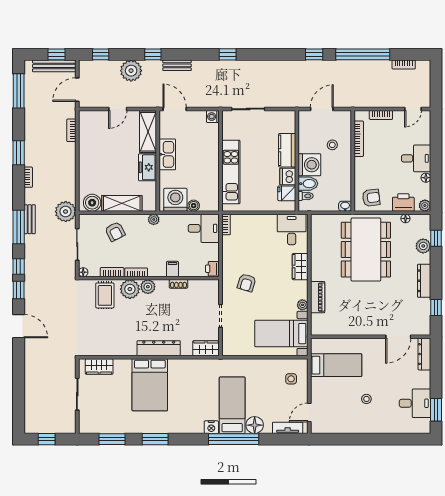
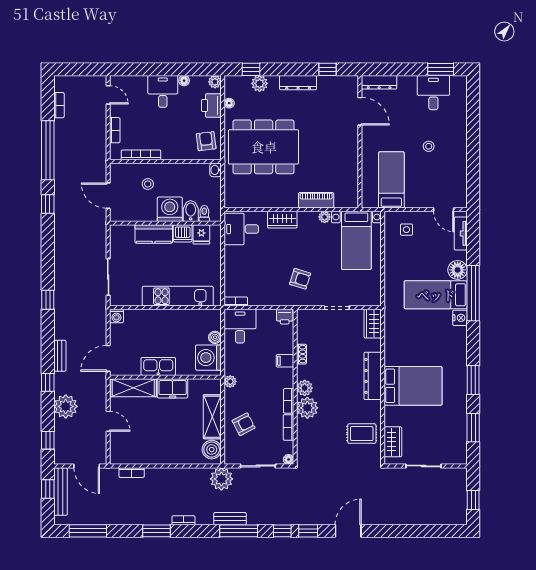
rug: (105, 295) -> (362, 434), moved

